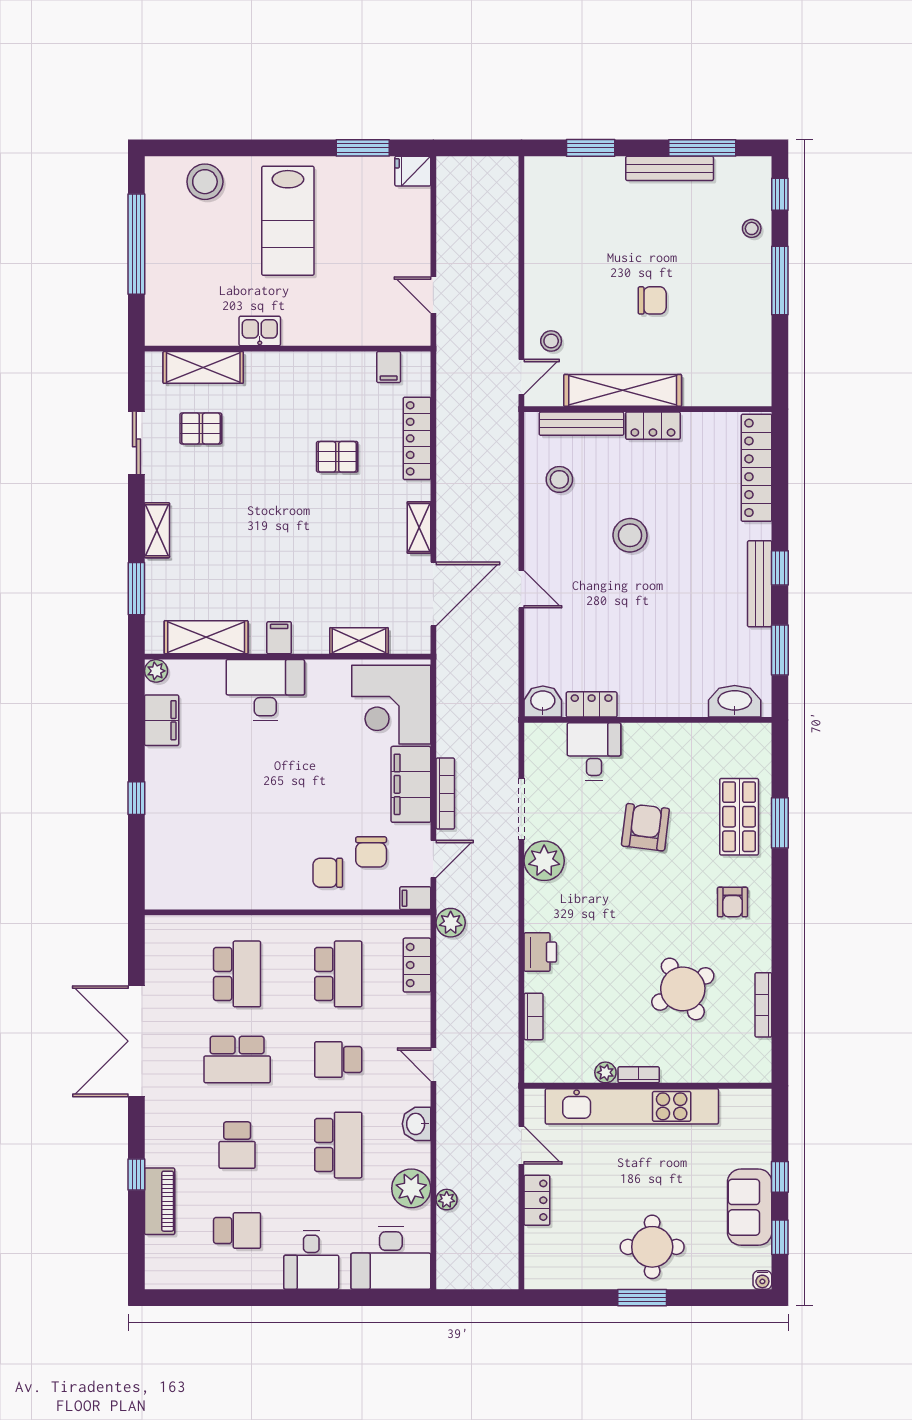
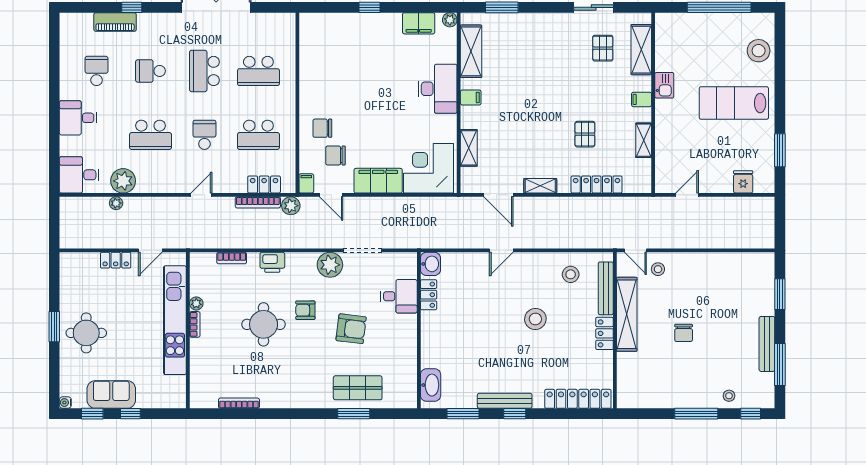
fridge: (413, 171) -> (743, 182), moved
filing cabinet: (389, 367) -> (642, 99), moved
shelving: (157, 530) -> (644, 140), moved, turned 90
door: (433, 594) -> (498, 195), width x0.73
bookcase: (445, 793) -> (258, 202), moved
chair: (328, 873) -> (322, 128), turned -90
armchair: (733, 902) -> (305, 310), moved
round table: (683, 989) -> (264, 324), moved, turned 30
washbasin: (416, 1124) -> (164, 184), removed
school desk: (237, 1231) -> (97, 71), turned 180
desk: (391, 1258) -> (79, 175), width x0.73

